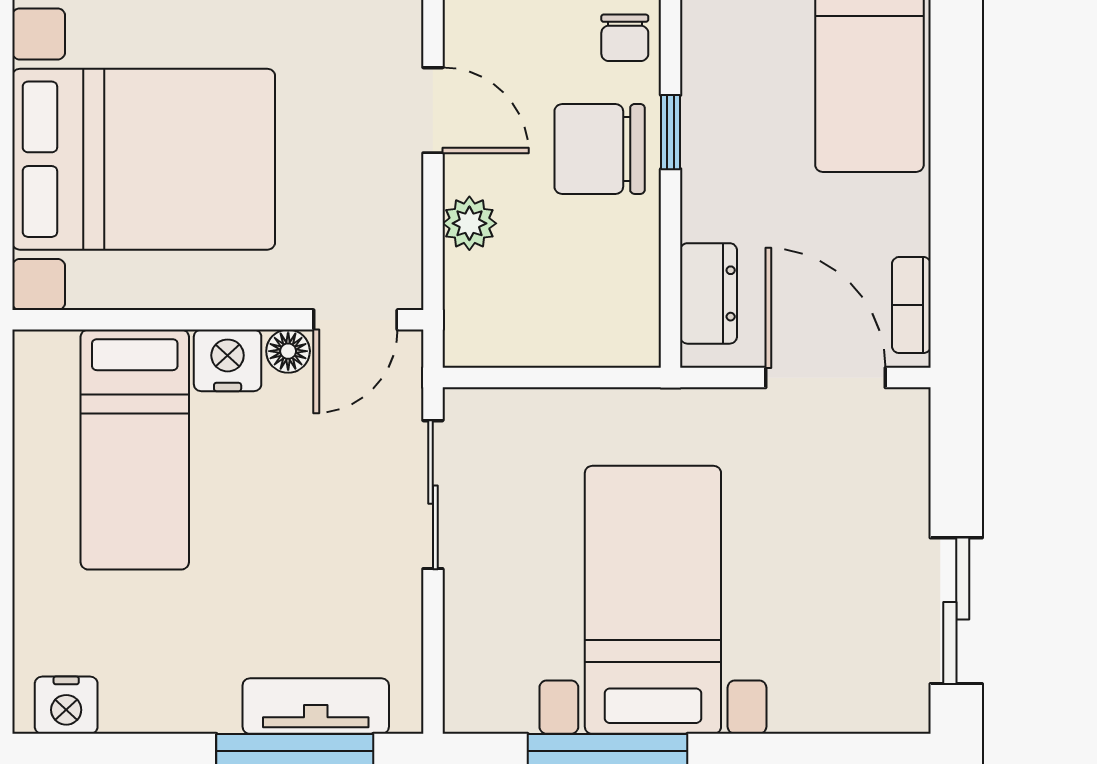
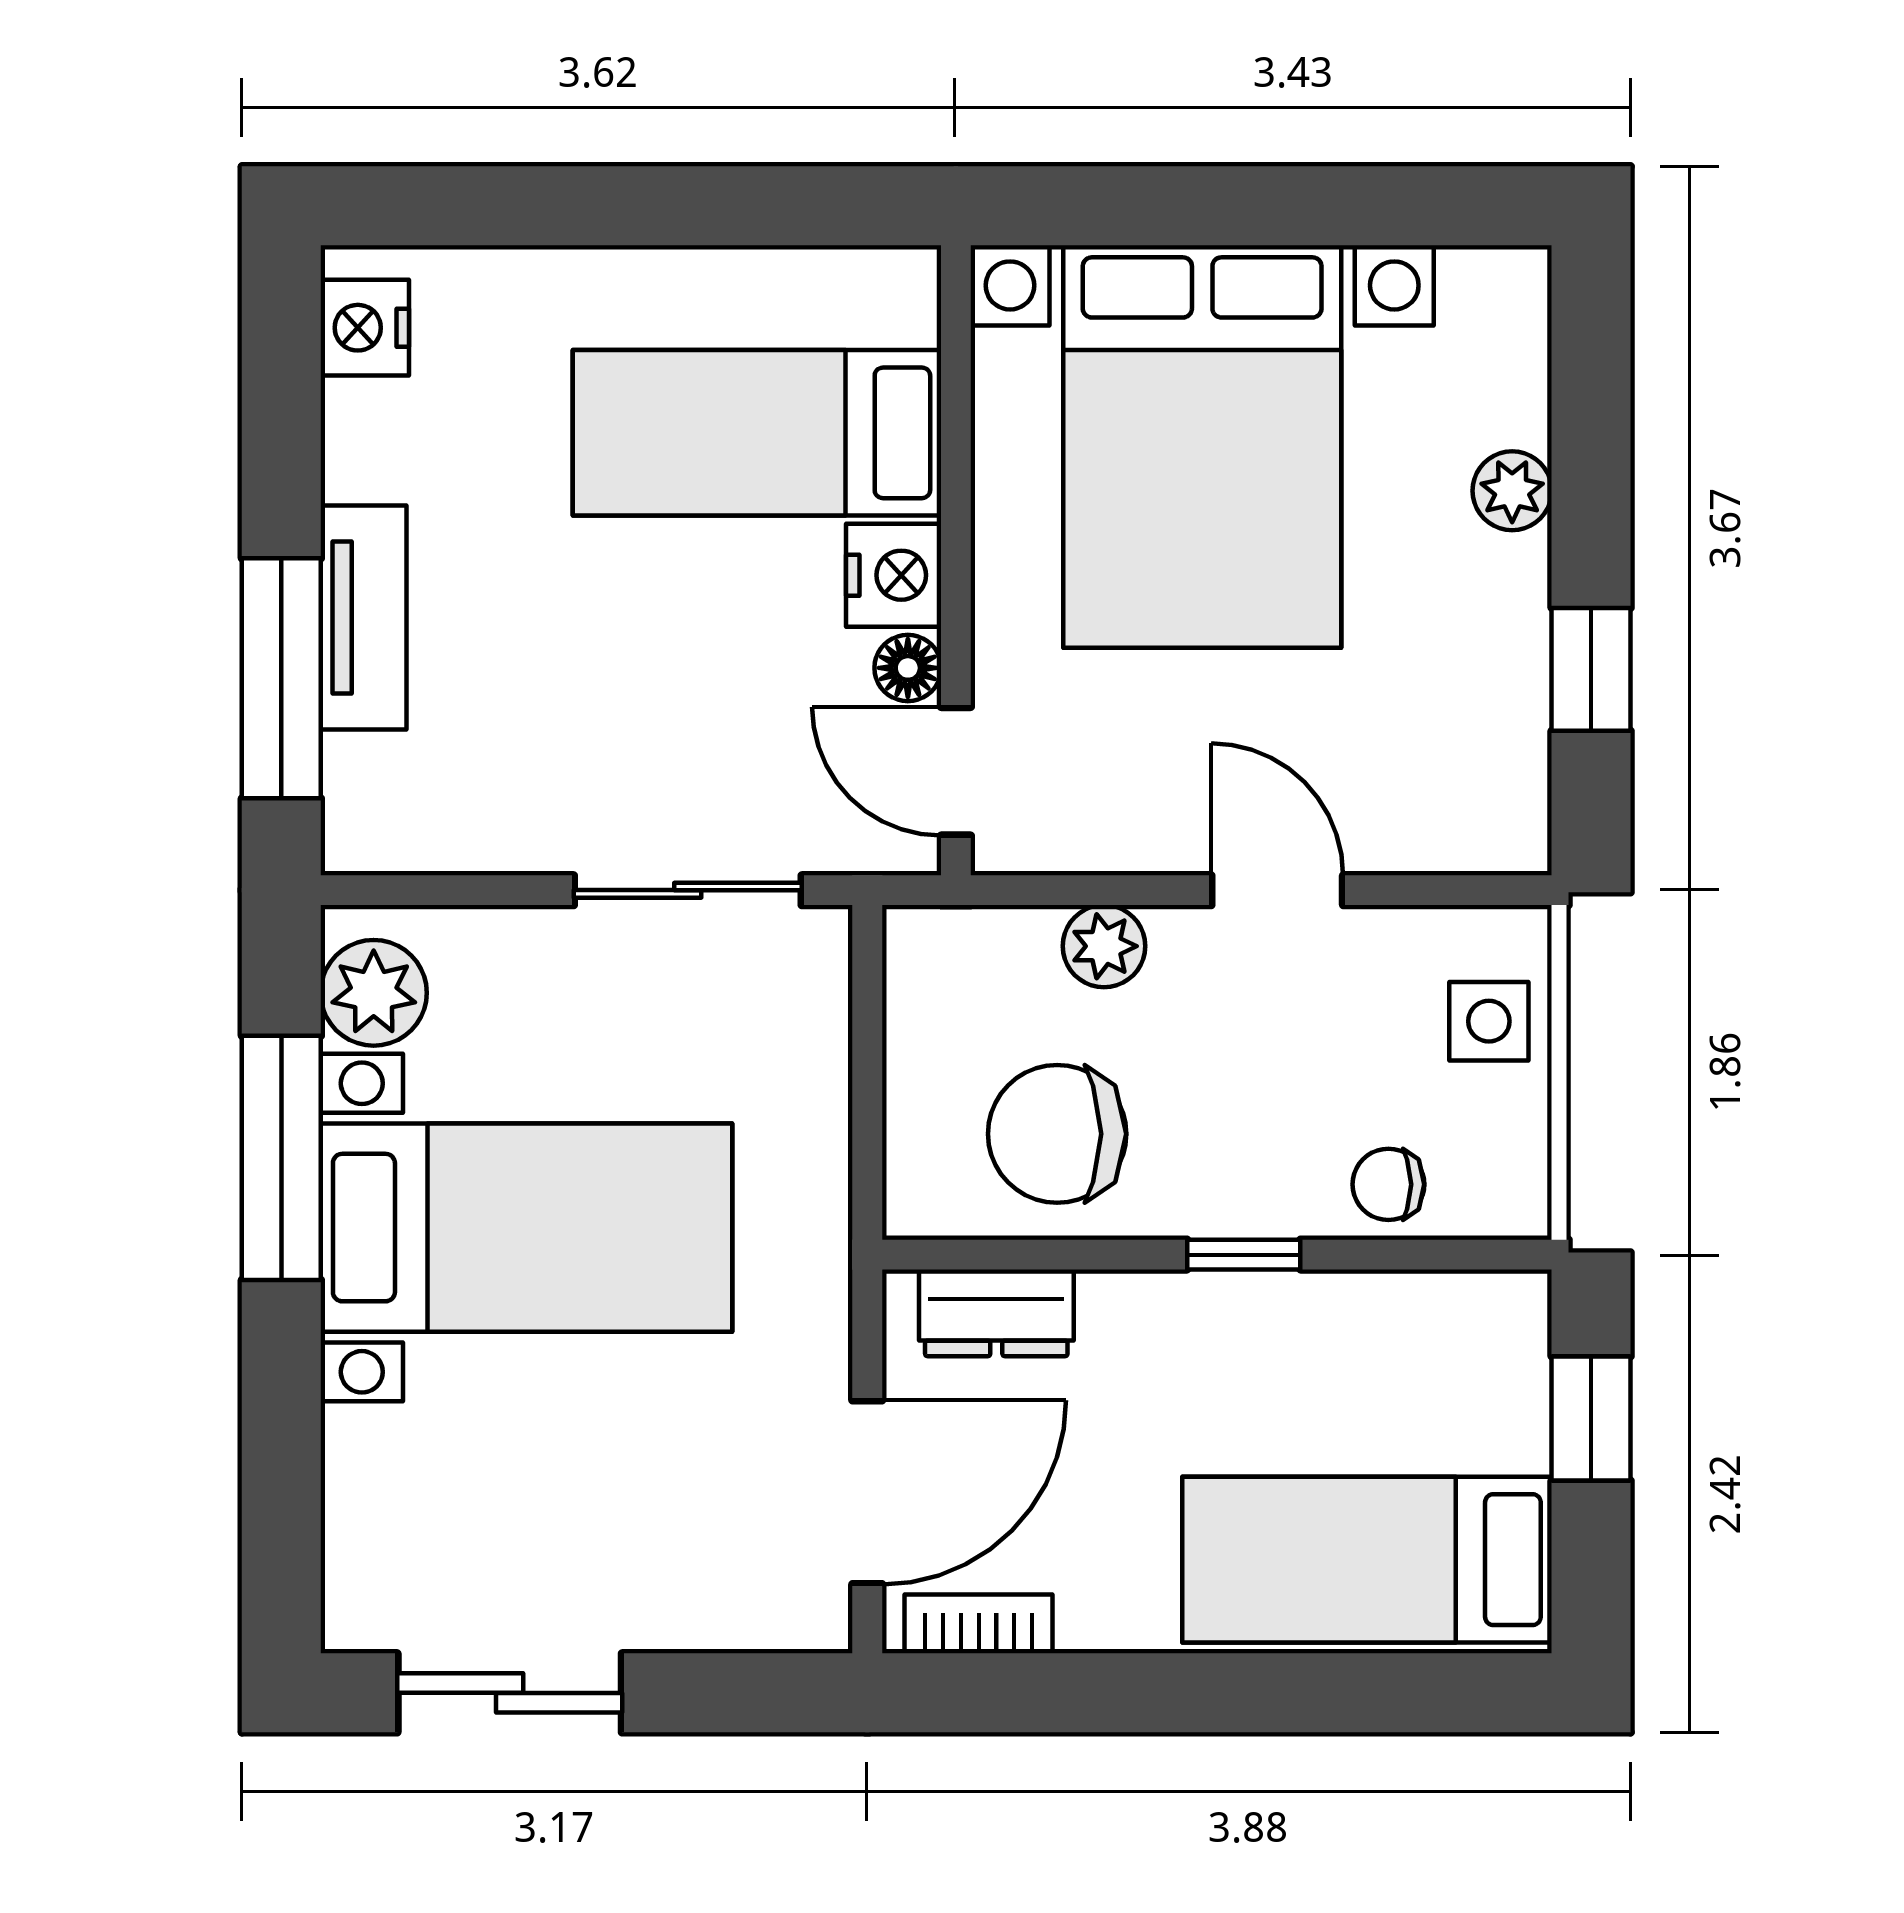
door: (433, 110) -> (1277, 890), swing flipped
chair: (600, 149) -> (1057, 1134), moved, turned -90
plant: (500, 699) -> (374, 993), added
tv unit: (316, 706) -> (363, 618), moved

